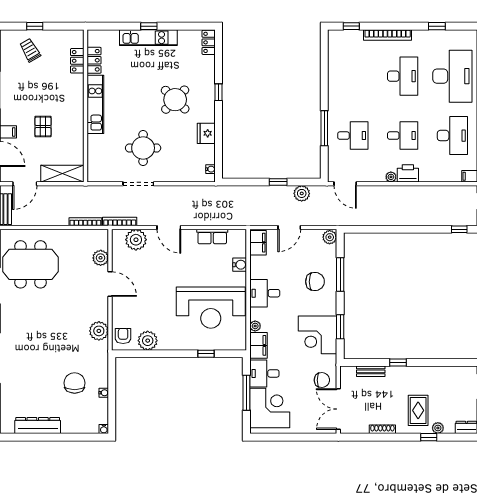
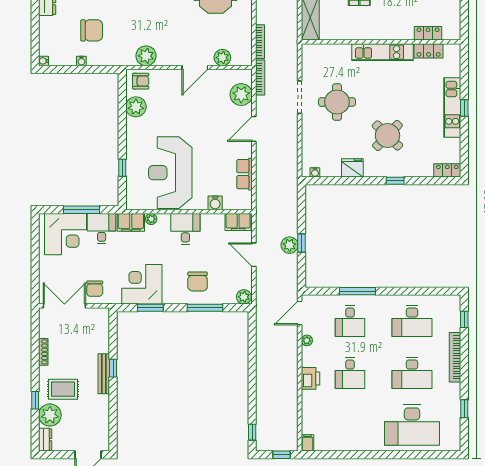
desk: (452, 136) -> (412, 321), moved
plant: (391, 177) -> (307, 340), moved
plant: (302, 193) -> (290, 245), moved
bench: (371, 371) -> (104, 374), moved, width x1.36
plant: (438, 428) -> (50, 415), width x1.87, depth x1.87

